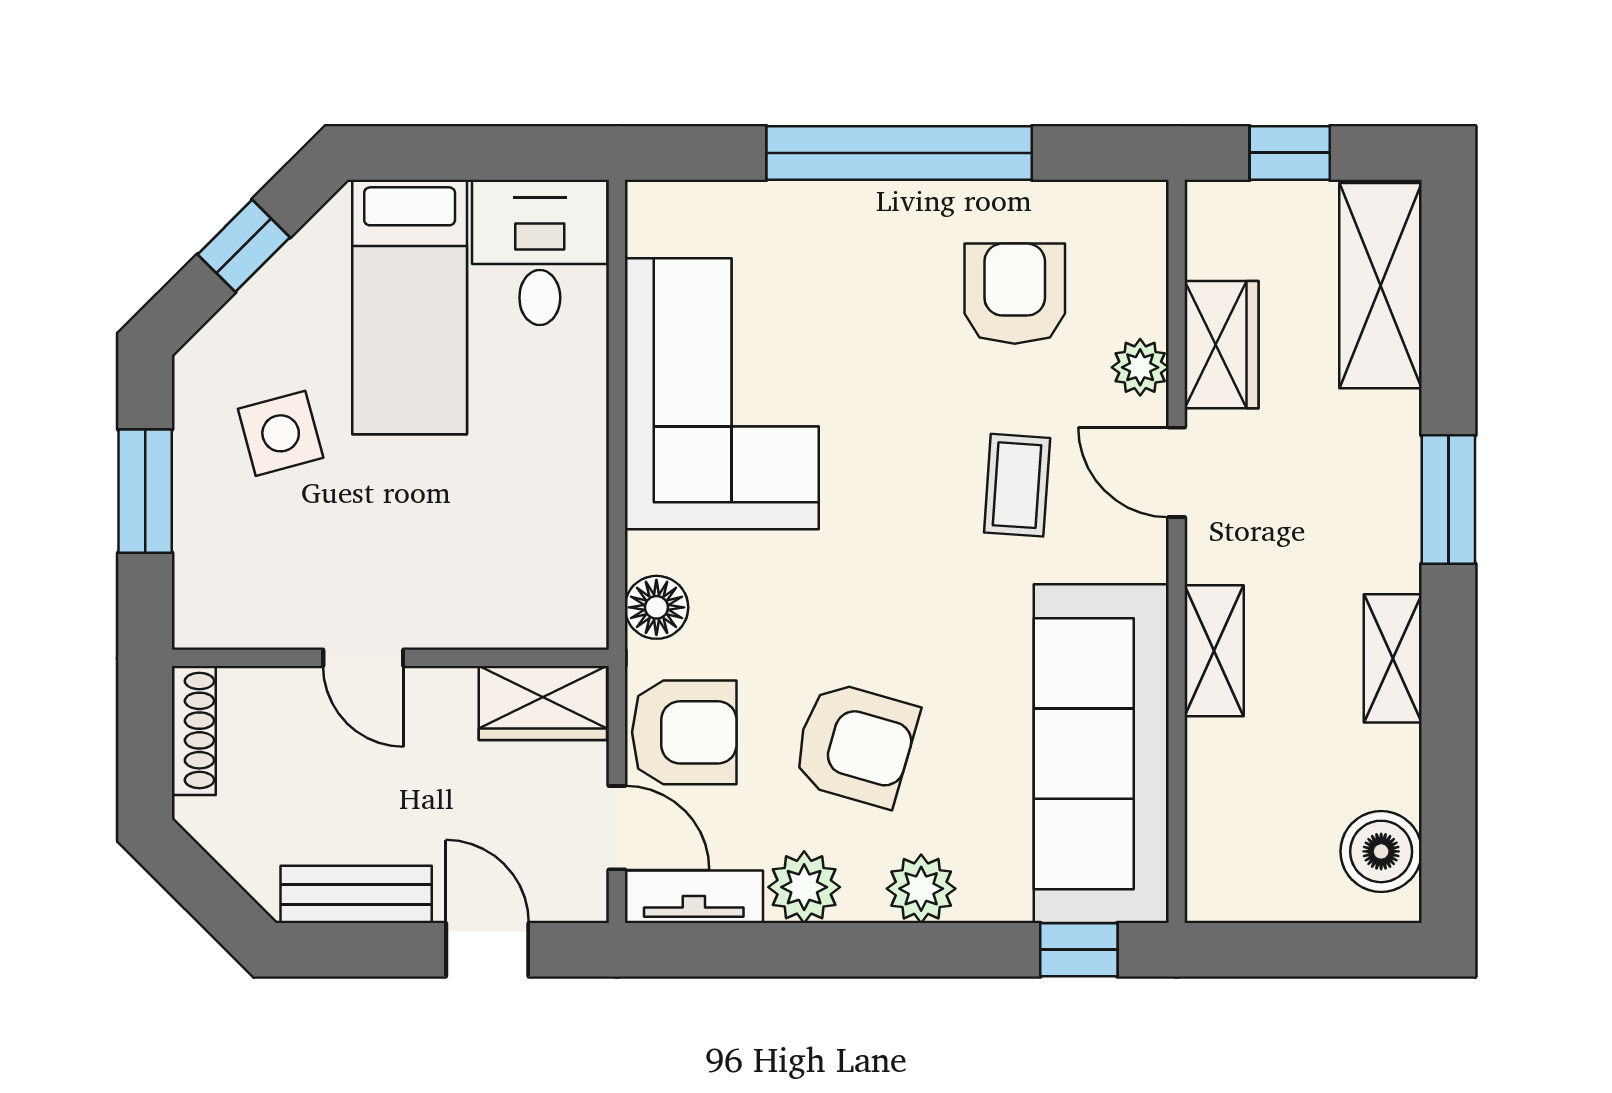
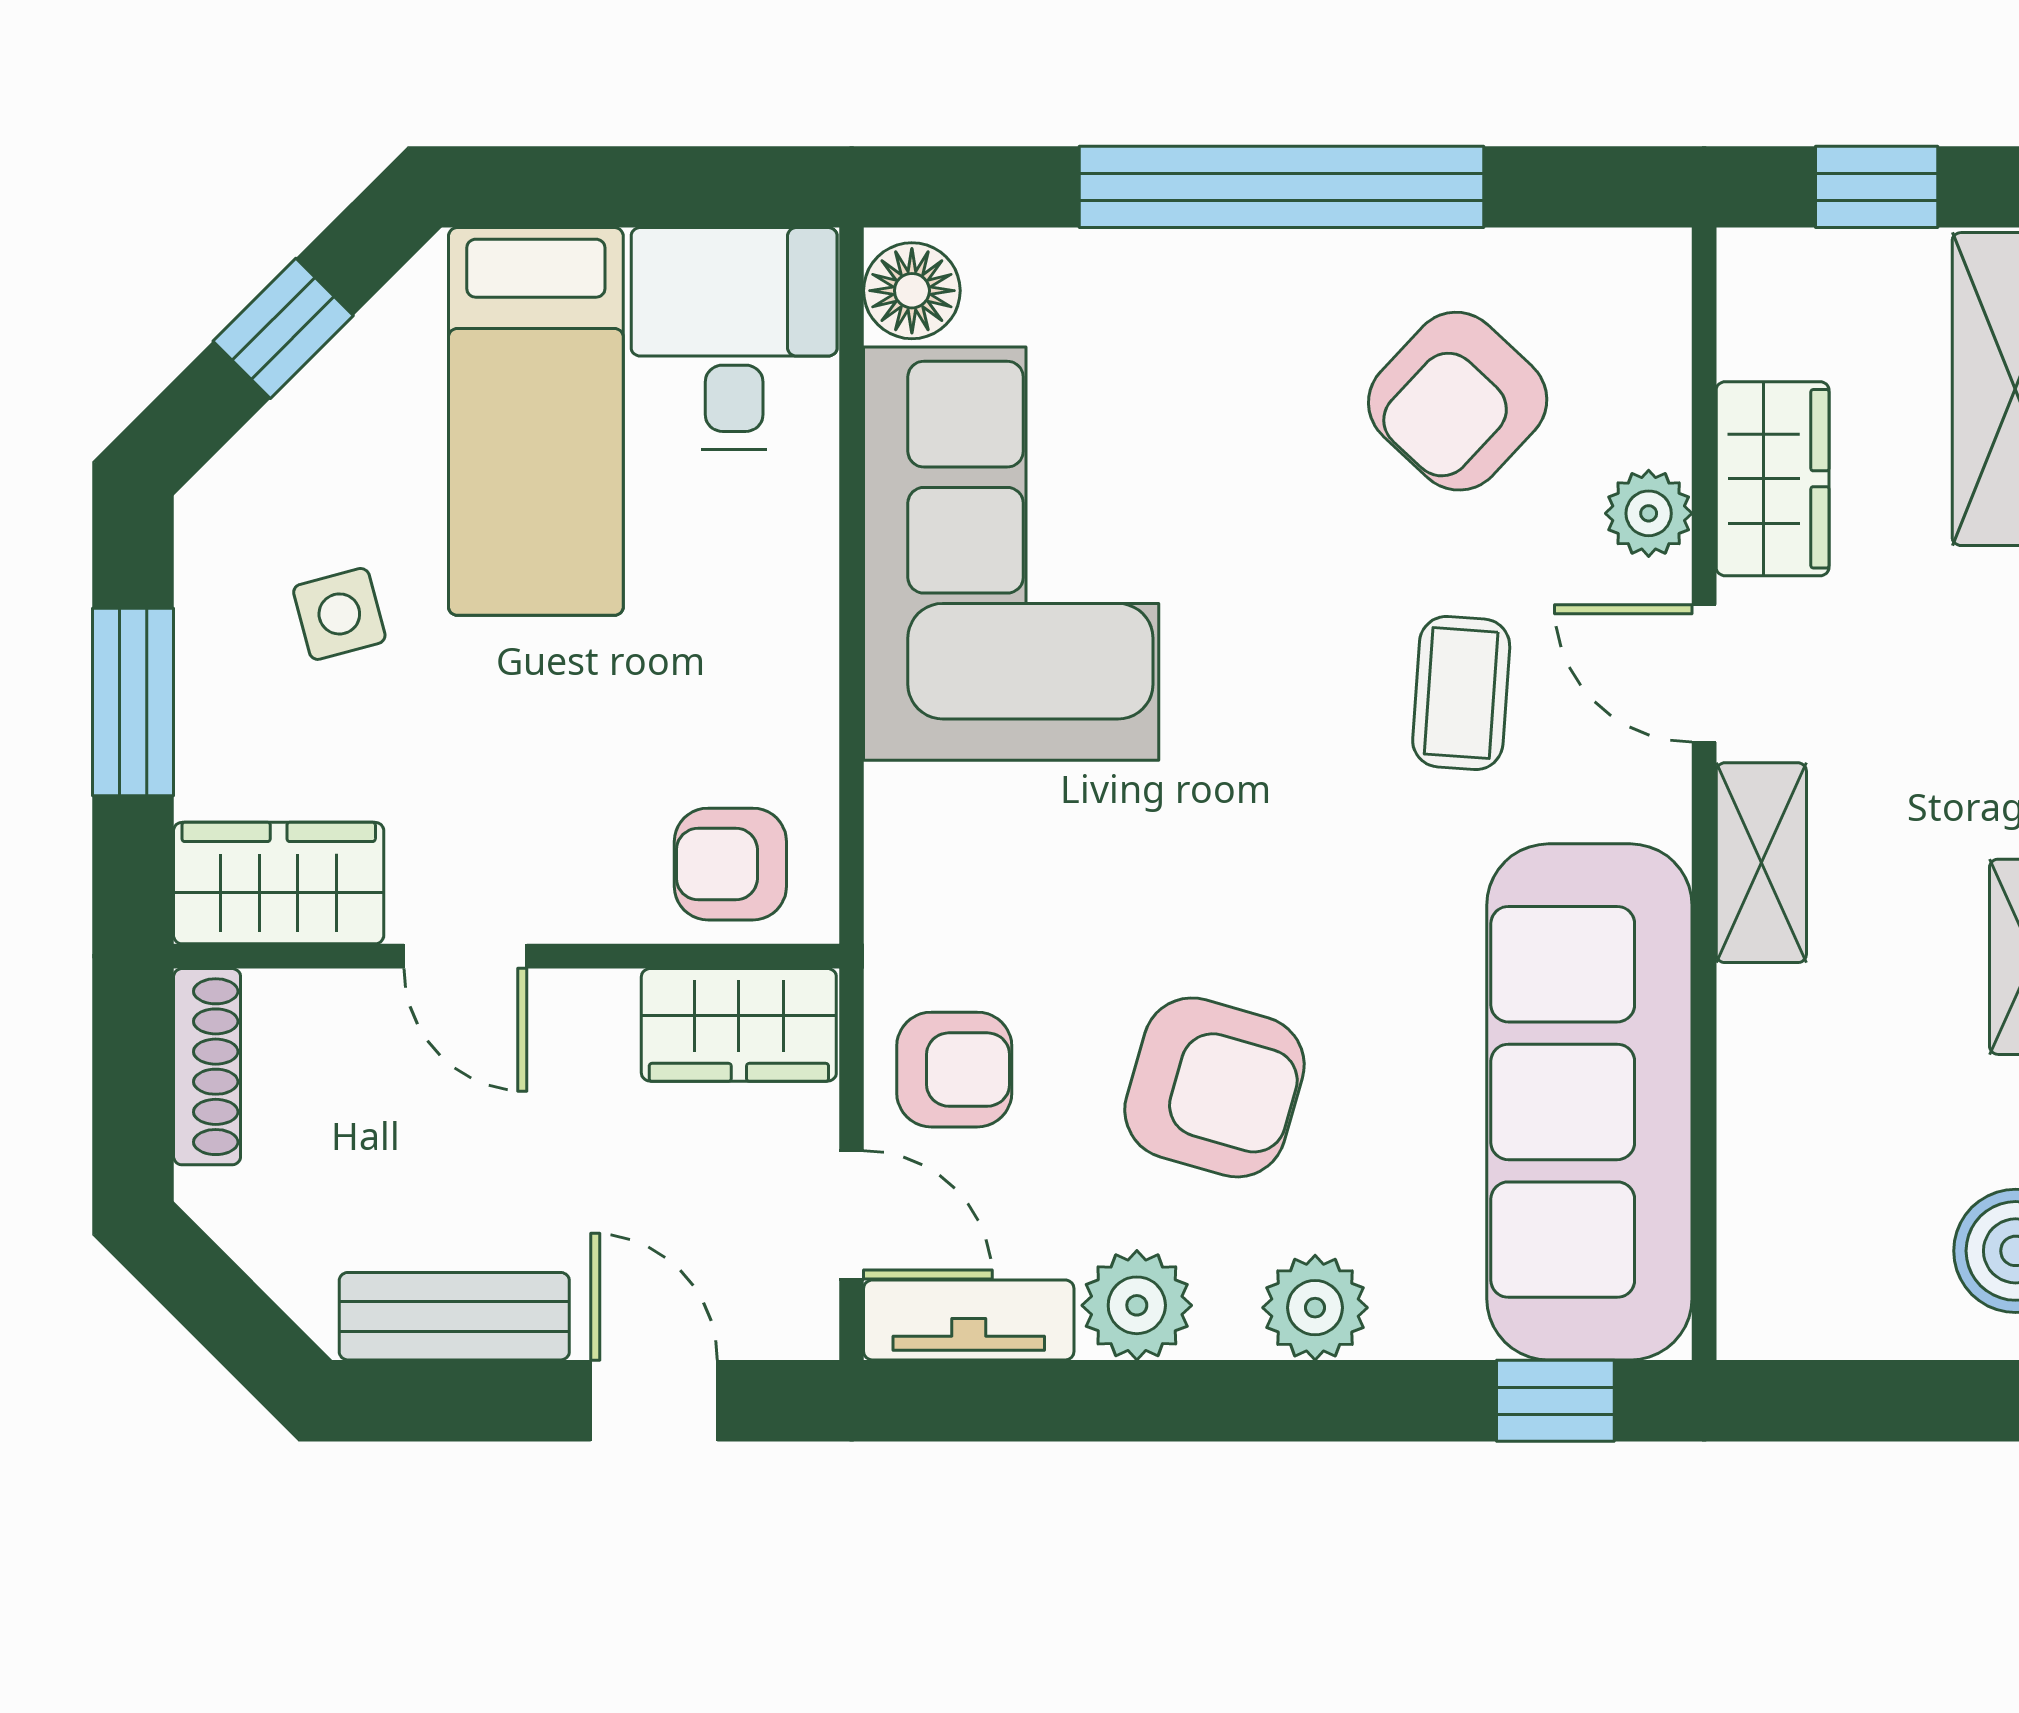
armchair: (1015, 294) -> (1458, 401), turned -137
side table: (281, 433) -> (339, 614), width x0.73, depth x0.73
armchair: (537, 597) -> (730, 864), added
floor lamp: (656, 607) -> (912, 291), moved
wardrobe: (241, 610) -> (279, 883), added
shelving: (1214, 651) -> (1761, 863), moved
armchair: (684, 732) -> (954, 1070), width x0.72, depth x0.72

